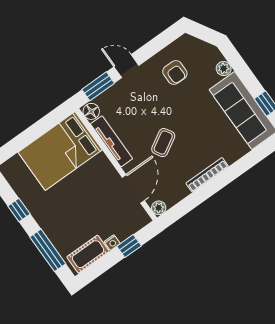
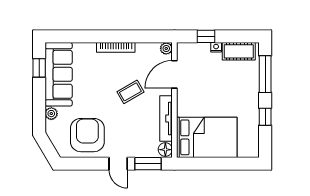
armchair: (175, 72) -> (87, 135), width x1.88, depth x1.88

